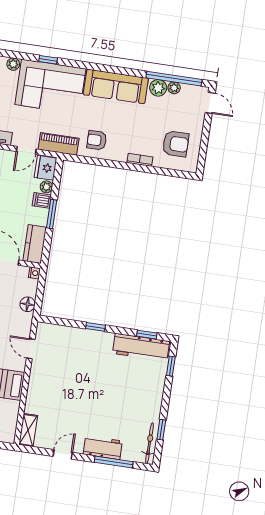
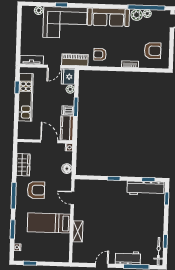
dishwasher: (42, 200) -> (68, 110), moved
shelving: (28, 430) -> (78, 231), moved

